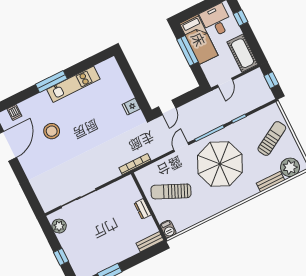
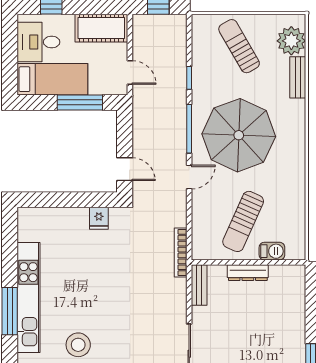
window: (187, 51) -> (80, 102), moved
kitchen unit: (73, 84) -> (28, 297), width x1.36
door: (181, 147) -> (189, 177), swing flipped
dresser: (143, 209) -> (248, 273), width x1.44
barbecue: (168, 229) -> (272, 251), moved
bench: (150, 242) -> (199, 285), moved

